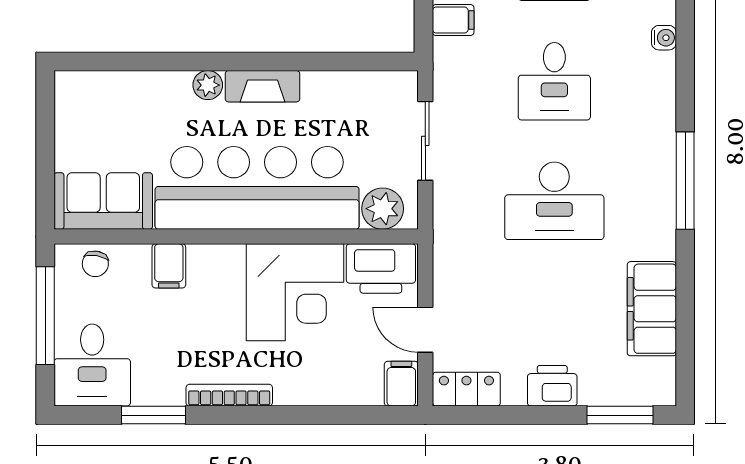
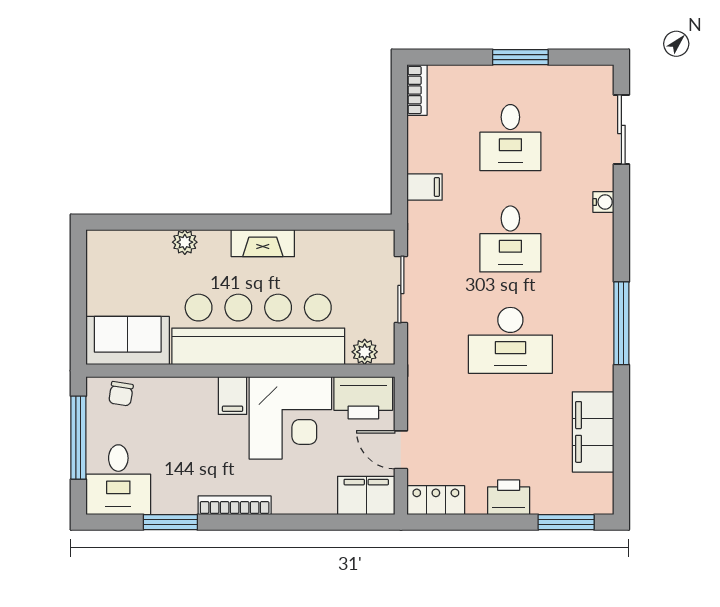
plant: (208, 85) -> (185, 242), moved
plant: (383, 209) -> (365, 352), width x0.73, depth x0.73
filing cabinet: (169, 266) -> (232, 396), moved
filing cabinet: (401, 384) -> (366, 495), width x2.00

